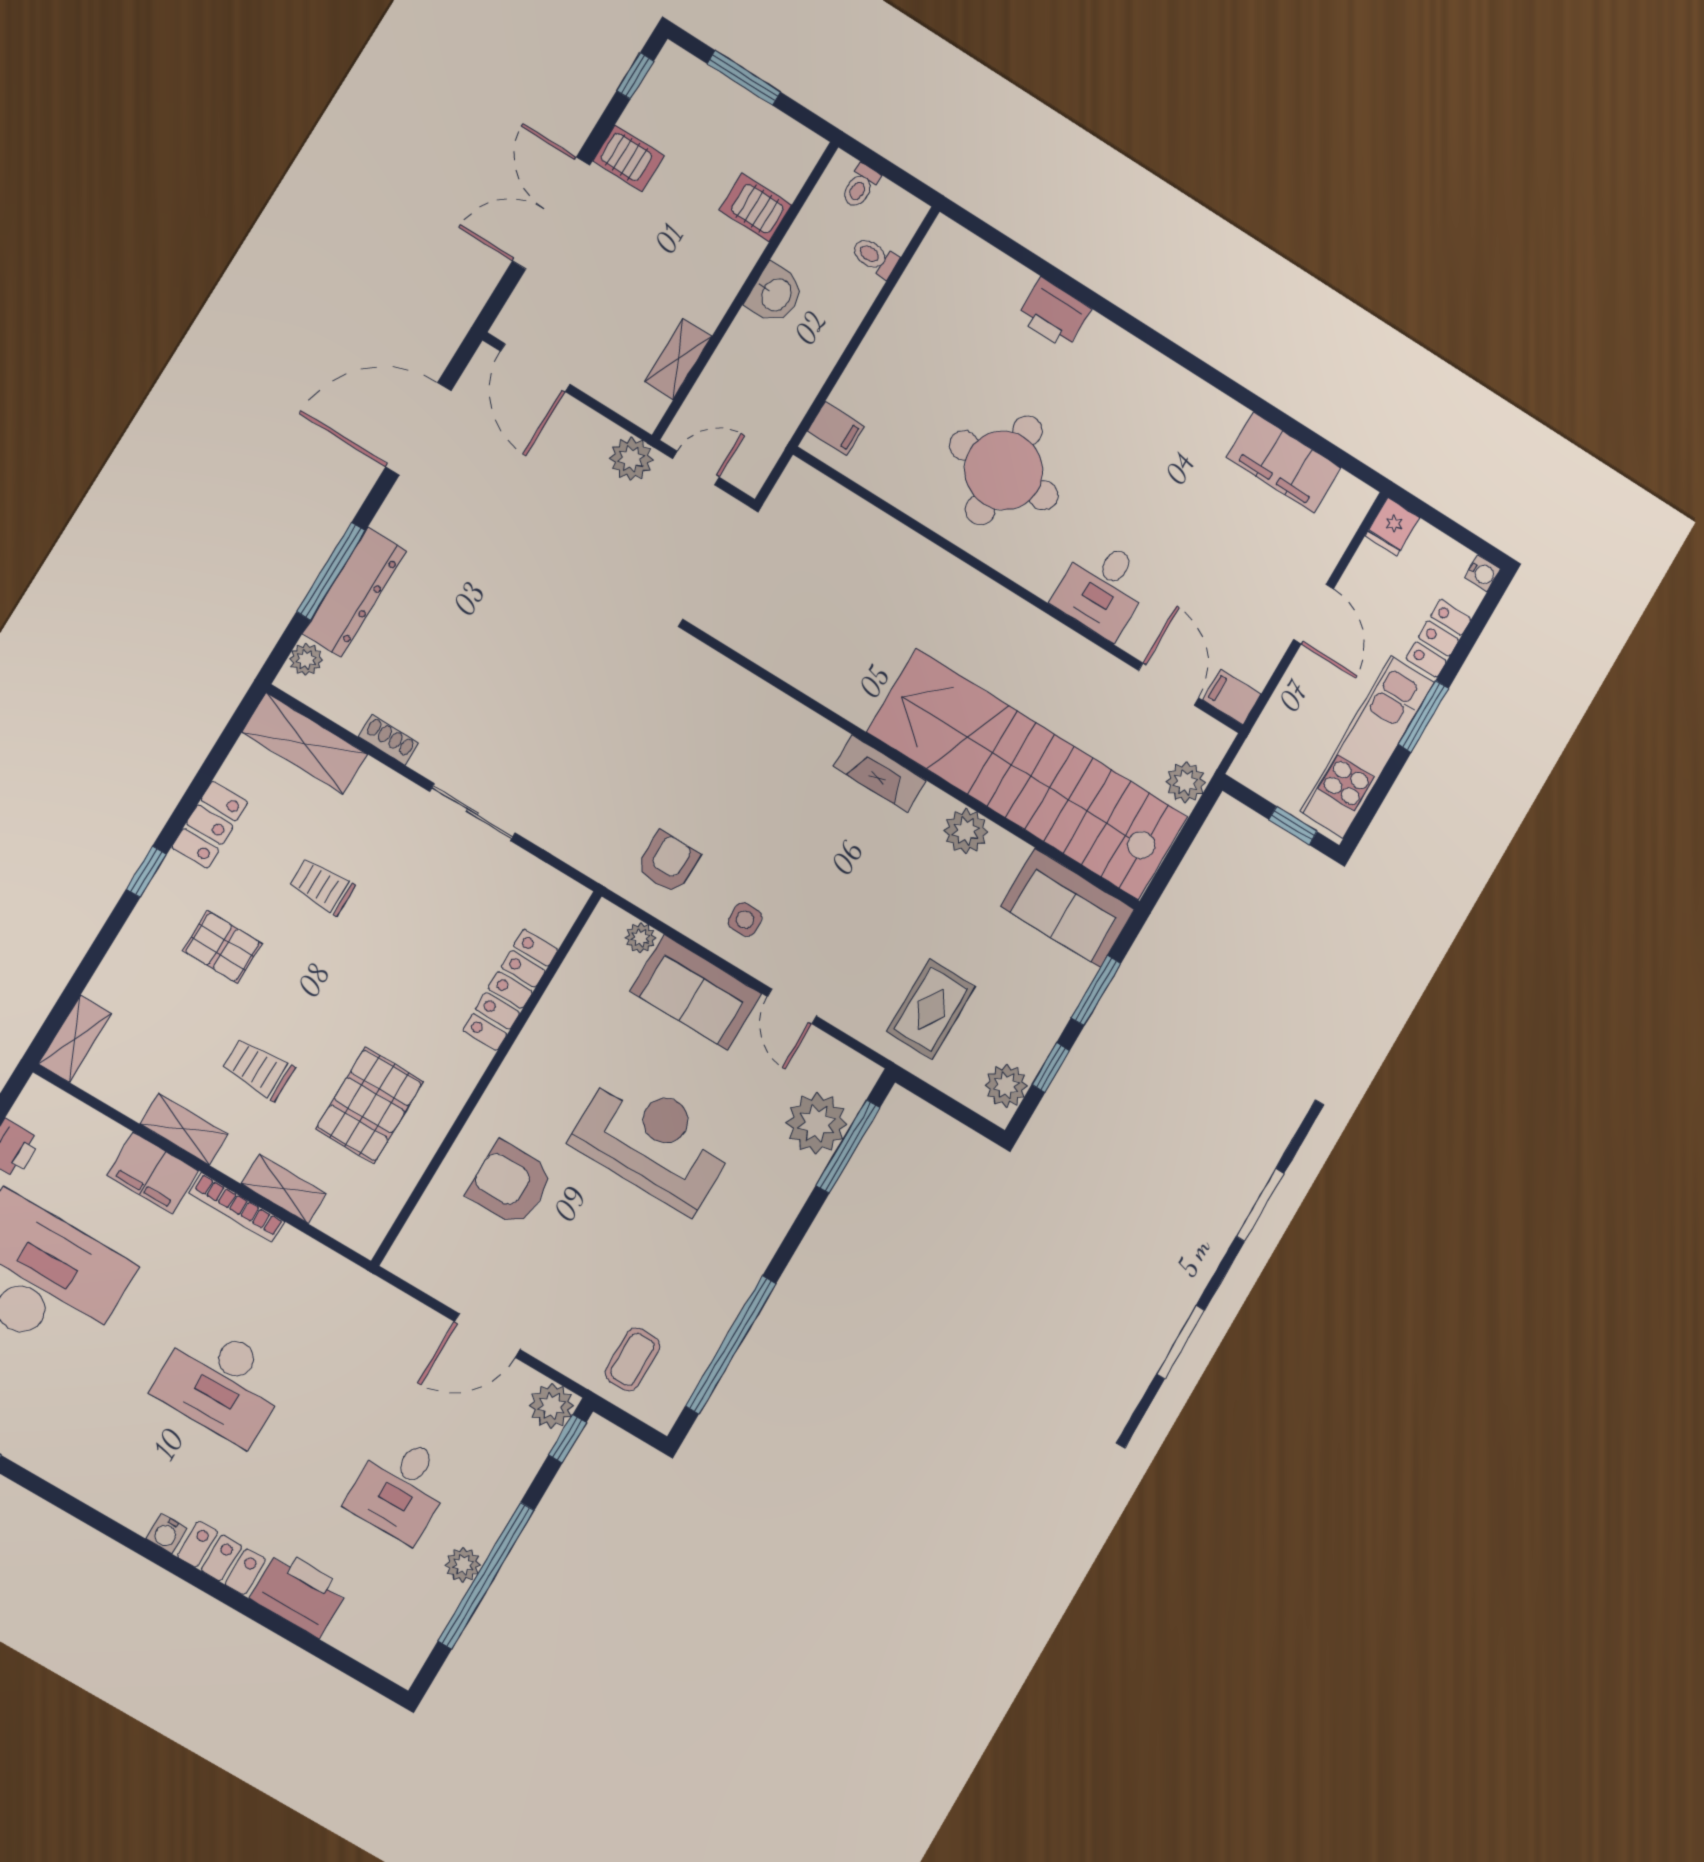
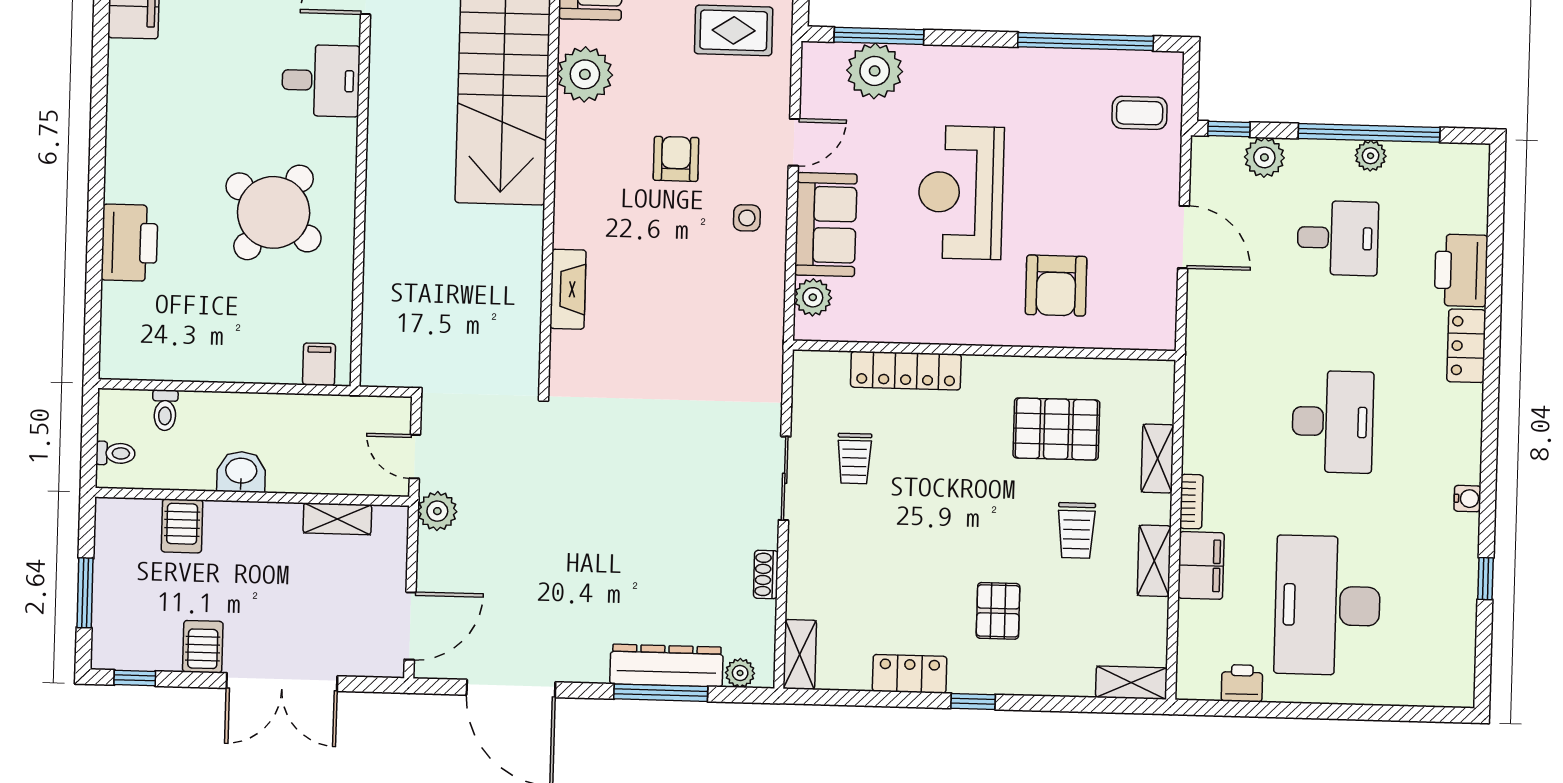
printer: (1054, 314) -> (129, 243), width x1.37, depth x1.19
round table: (1004, 470) -> (274, 212), turned 36
shelving: (305, 743) -> (800, 654), width x0.67, depth x0.75
fireplace: (880, 774) -> (568, 289), moved
plant: (966, 831) -> (585, 74), width x1.36, depth x1.36
armchair: (668, 862) -> (676, 159), moved, turned 90
trolley: (322, 886) -> (854, 459), moved
plant: (640, 938) -> (813, 297), width x1.38, depth x1.38
bookcase: (237, 1208) -> (1191, 502), width x0.64
plant: (552, 1406) -> (1264, 157), moved
water cooler: (167, 1533) -> (1467, 499), moved

